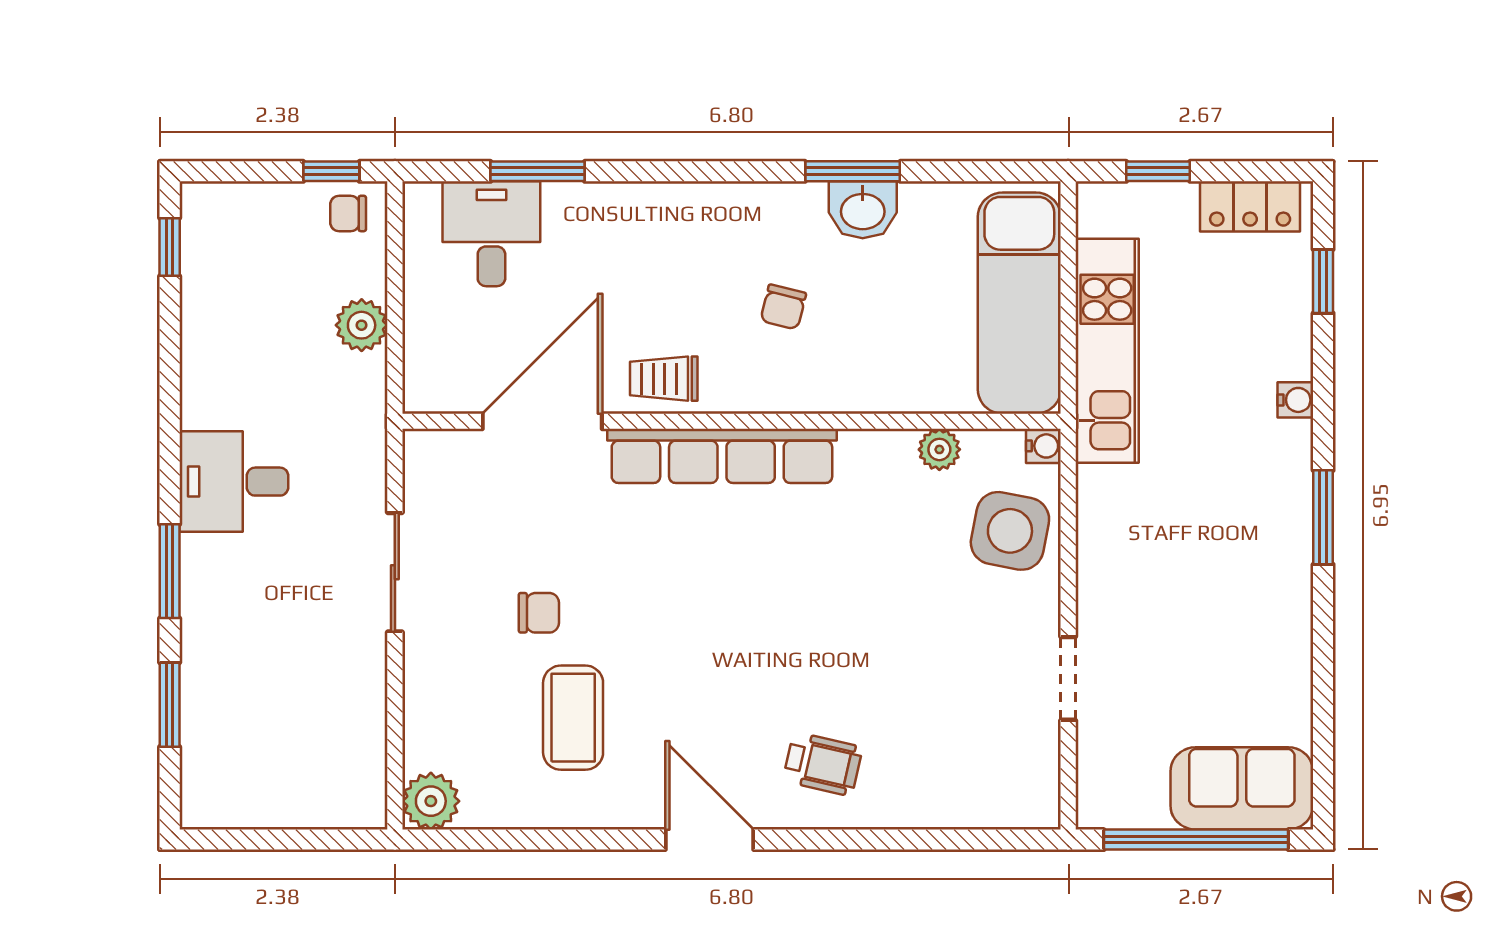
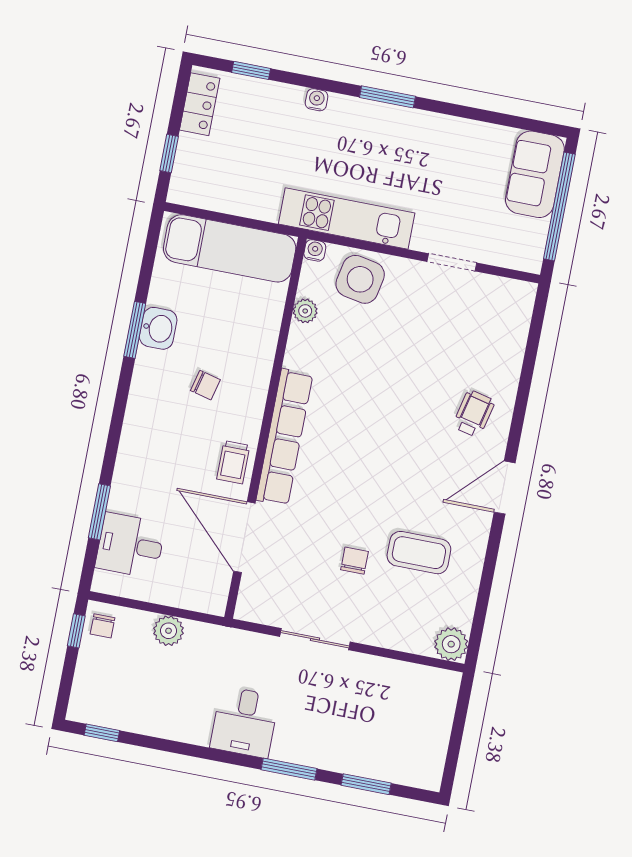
kitchen unit: (1107, 351) -> (347, 218), moved

